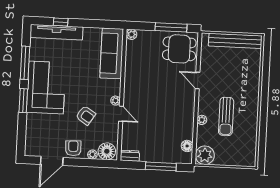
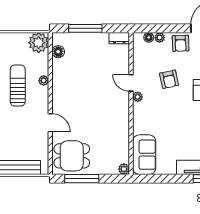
sofa: (112, 53) -> (144, 155), width x0.73
armchair: (86, 115) -> (169, 79), turned -135
floor lamp: (107, 151) -> (149, 37), width x0.53, depth x0.53

